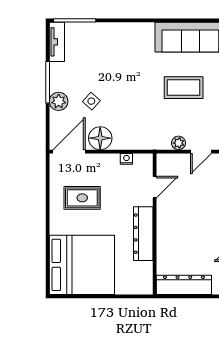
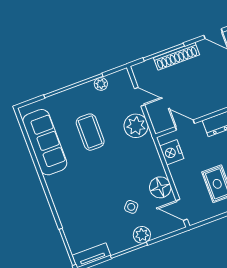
plant: (179, 143) -> (136, 126), width x1.87, depth x1.87
door: (69, 152) -> (182, 210), width x0.73
nightstand: (126, 159) -> (172, 152), width x1.89, depth x1.79

